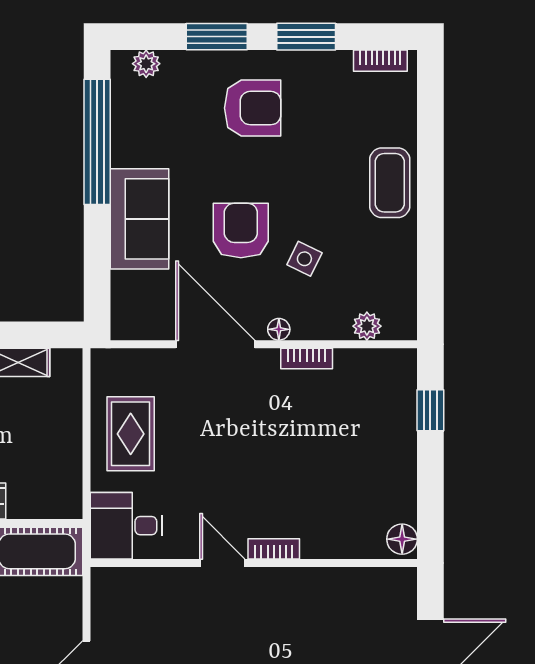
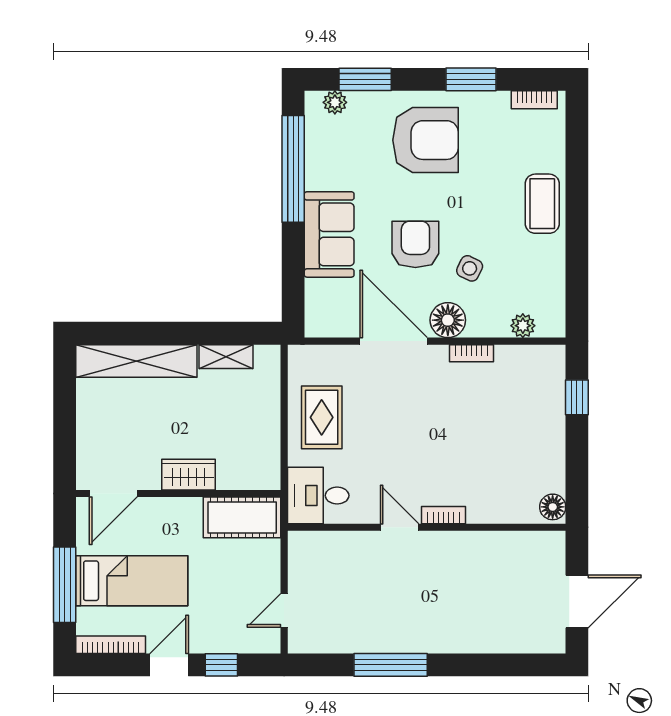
window: (217, 37) -> (365, 79), moved
armchair: (253, 108) -> (426, 140), width x1.36, depth x1.36
floor lamp: (279, 329) -> (448, 320), width x1.89, depth x1.89

